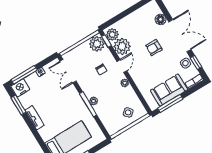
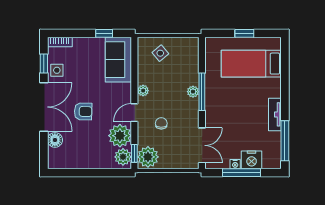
double door: (180, 36) -> (44, 107), swing flipped
window: (24, 75) -> (242, 173), moved
nightstand: (20, 88) -> (252, 160), moved
sofa: (169, 90) -> (118, 60), moved, turned 90
window: (170, 104) -> (104, 33), width x0.46
window: (18, 105) -> (285, 141), width x1.44

